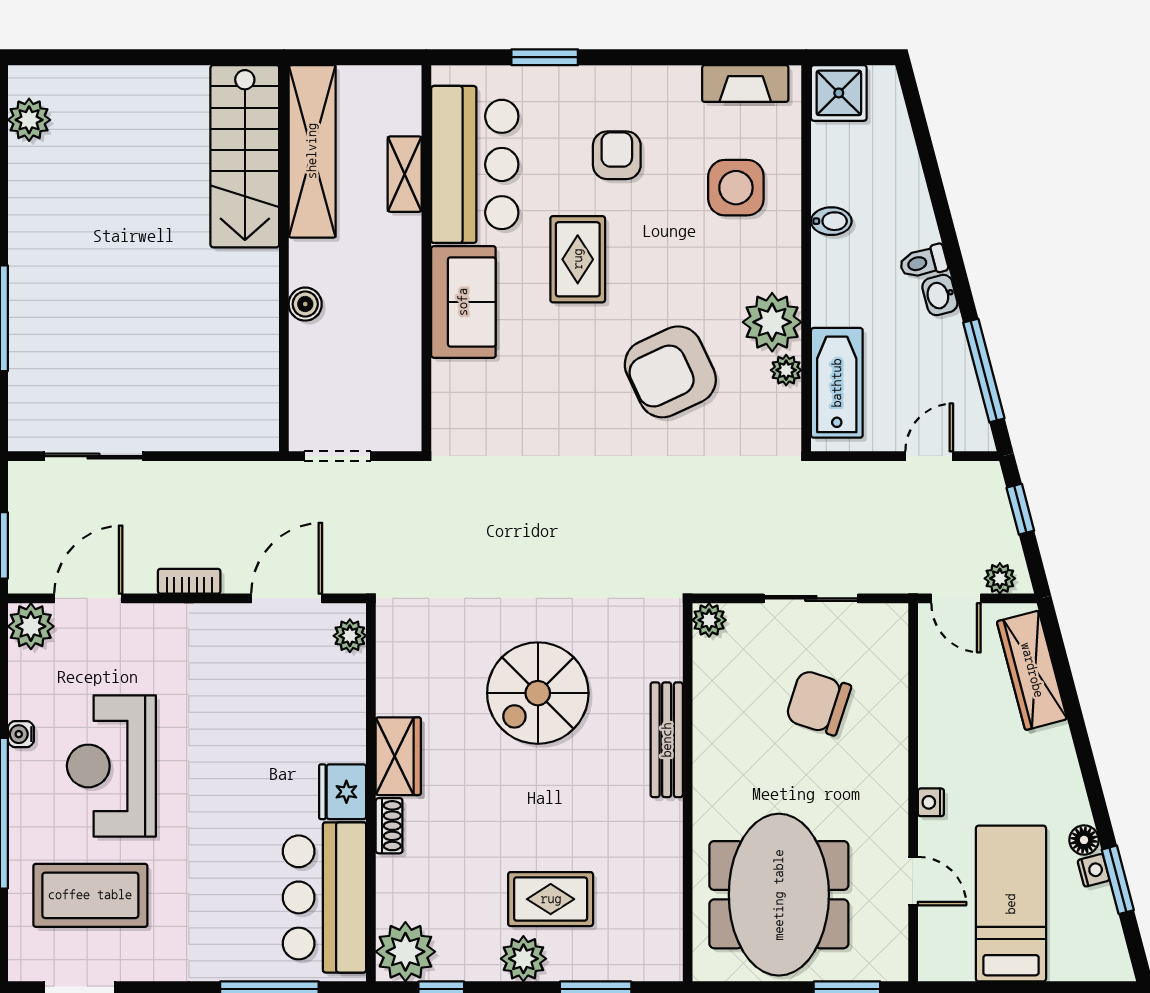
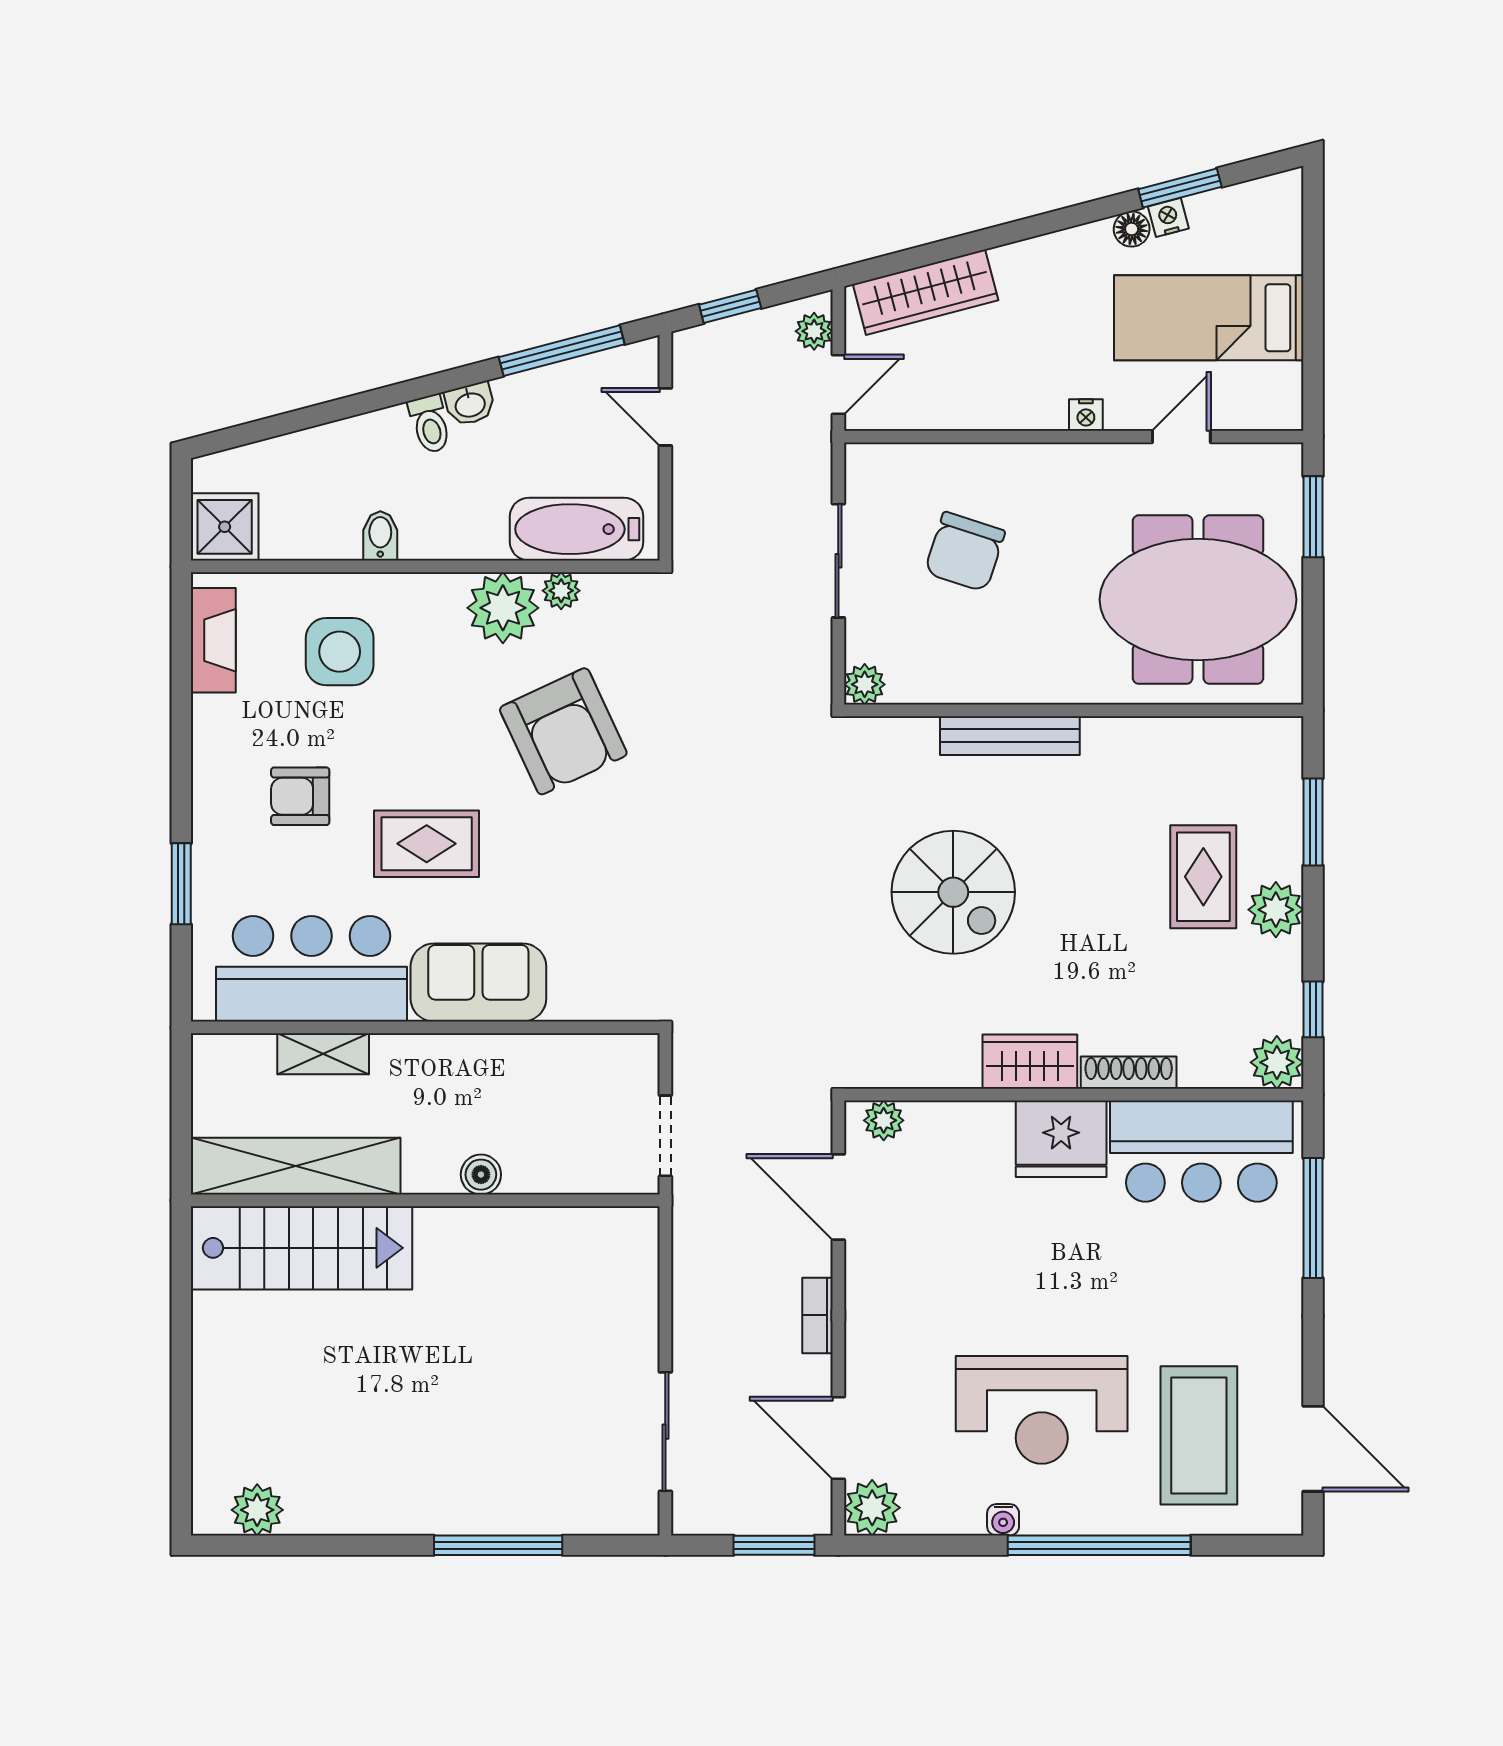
fridge: (343, 792) -> (1061, 1139), width x1.36, depth x1.34
shoe rack: (389, 826) -> (1129, 1073), width x1.43
plant: (405, 952) -> (1277, 1062), width x0.73, depth x0.73

